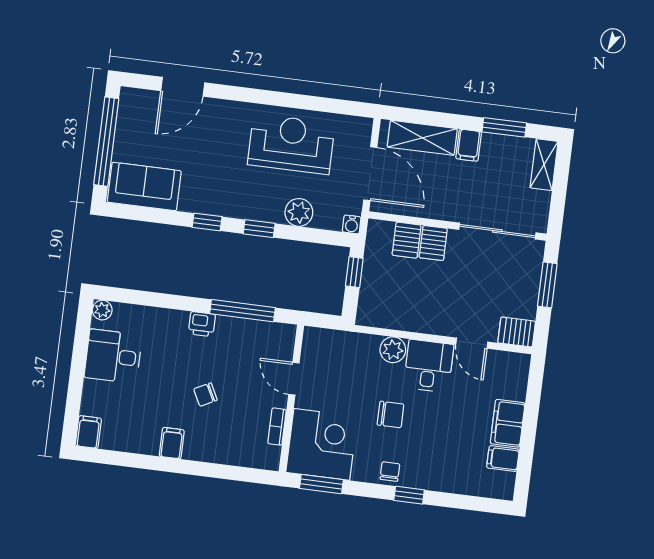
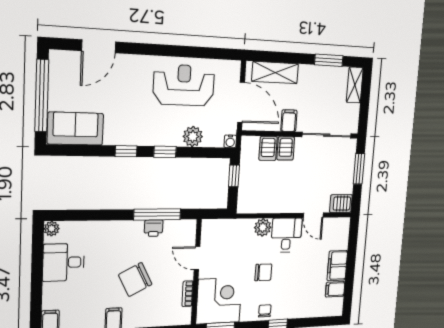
filing cabinet: (469, 145) -> (289, 121), moved, turned 180
printer: (202, 324) -> (154, 228), moved
chair: (205, 395) -> (135, 280), width x1.87, depth x1.87

